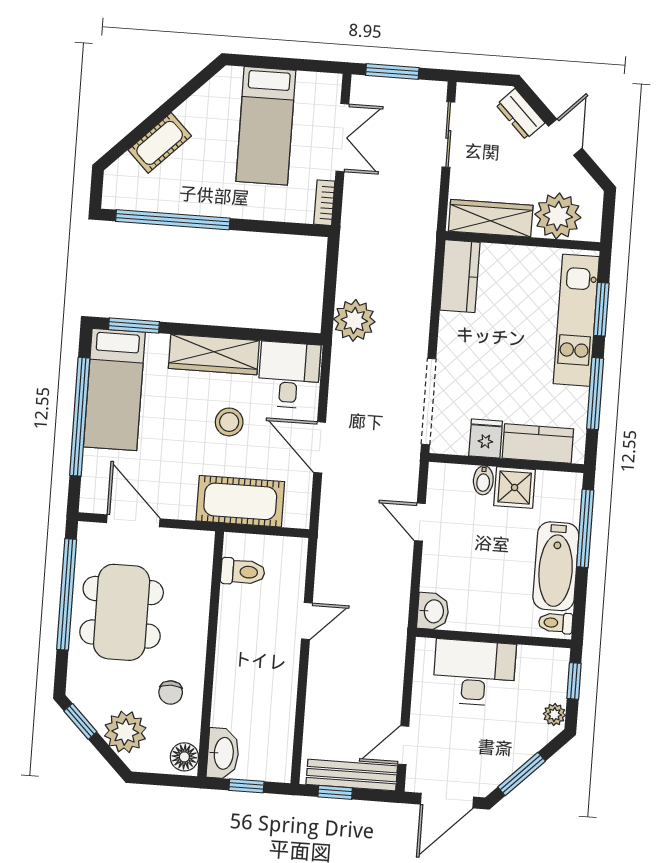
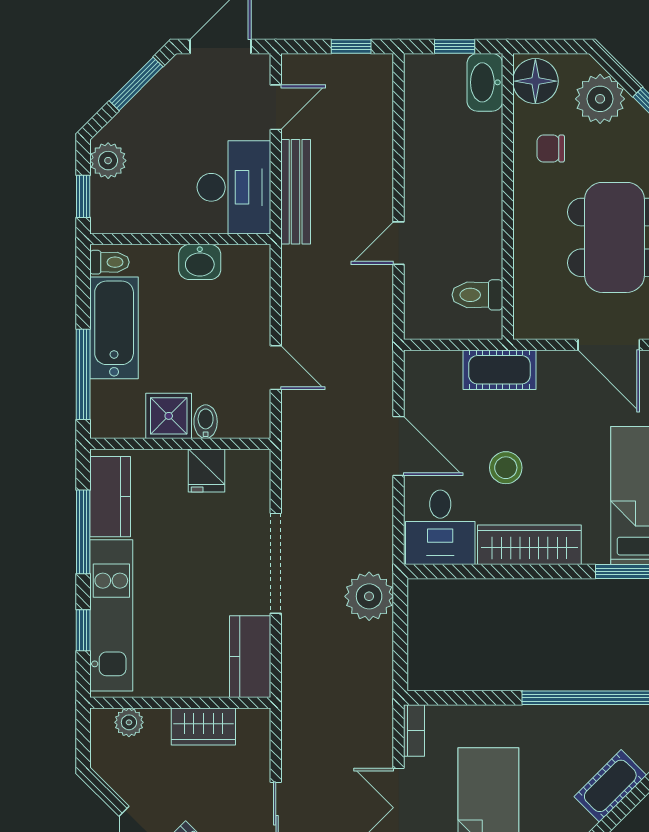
plant: (558, 216) -> (129, 722), width x0.53, depth x0.53
wardrobe: (491, 218) -> (203, 727), width x0.67
window: (601, 309) -> (83, 630), width x0.67
doorway: (429, 402) -> (276, 563), moved
kitchen counter: (538, 444) -> (110, 497), moved, turned -90
cot: (240, 501) -> (499, 370), width x0.73, depth x0.75
washbasin: (433, 611) -> (200, 262), moved, turned -90
desk: (474, 673) -> (234, 187), moved, turned -90
chair: (171, 692) -> (551, 149), turned -90
plant: (554, 714) -> (108, 161), width x1.38, depth x1.38
floor lamp: (184, 757) -> (535, 81), width x1.38, depth x1.38
bench: (352, 775) -> (296, 192), moved, turned 90

